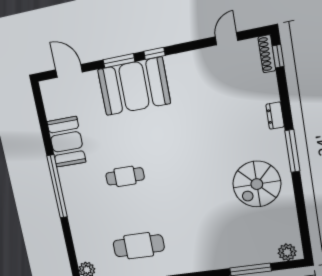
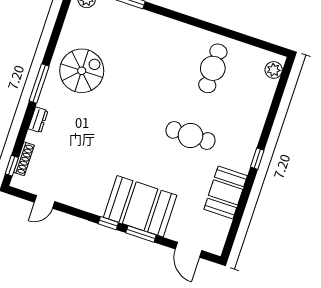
shoe rack: (267, 54) -> (24, 159), moved
cafe table: (125, 176) -> (190, 135), width x1.37, depth x1.35
window: (57, 186) -> (257, 159), width x0.32
cafe table: (139, 246) -> (213, 68), turned 90

